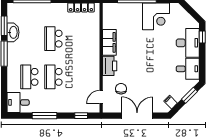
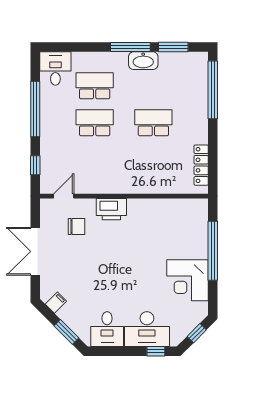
window: (190, 10) -> (197, 333), added
washbasin: (13, 32) -> (143, 61), moved
filing cabinet: (109, 42) -> (148, 209), removed
door: (101, 97) -> (64, 196), hinge flipped
window: (45, 116) -> (35, 109), width x1.46
double door: (137, 116) -> (35, 251), swing flipped

